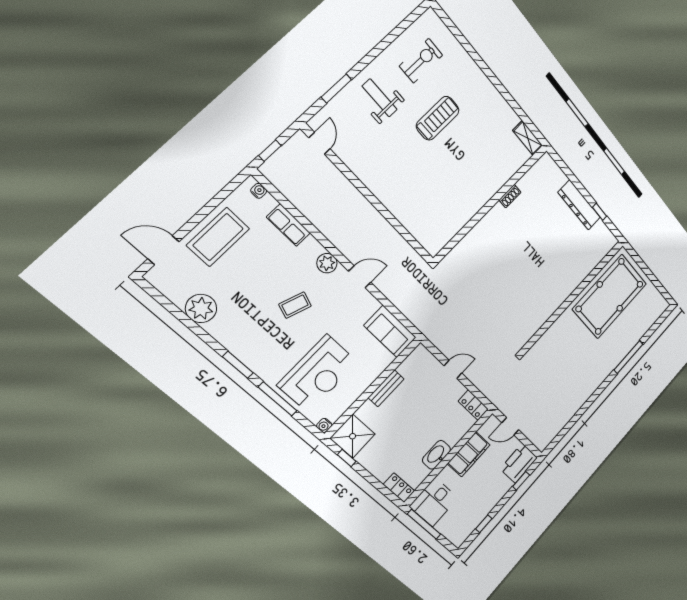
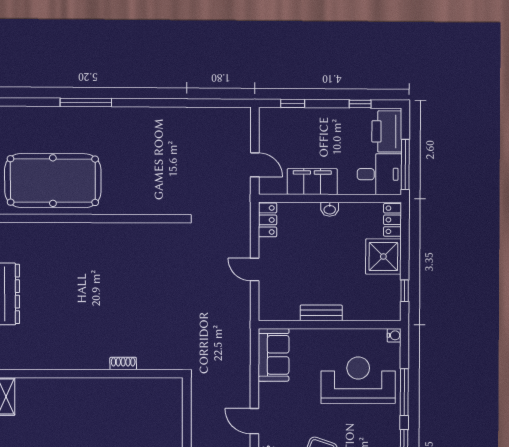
shoe rack: (510, 196) -> (123, 364), moved
shower: (353, 436) -> (383, 257), moved
washbasin: (436, 455) -> (330, 209), width x0.52, depth x0.69
printer: (519, 463) -> (387, 131), moved, turned 90

